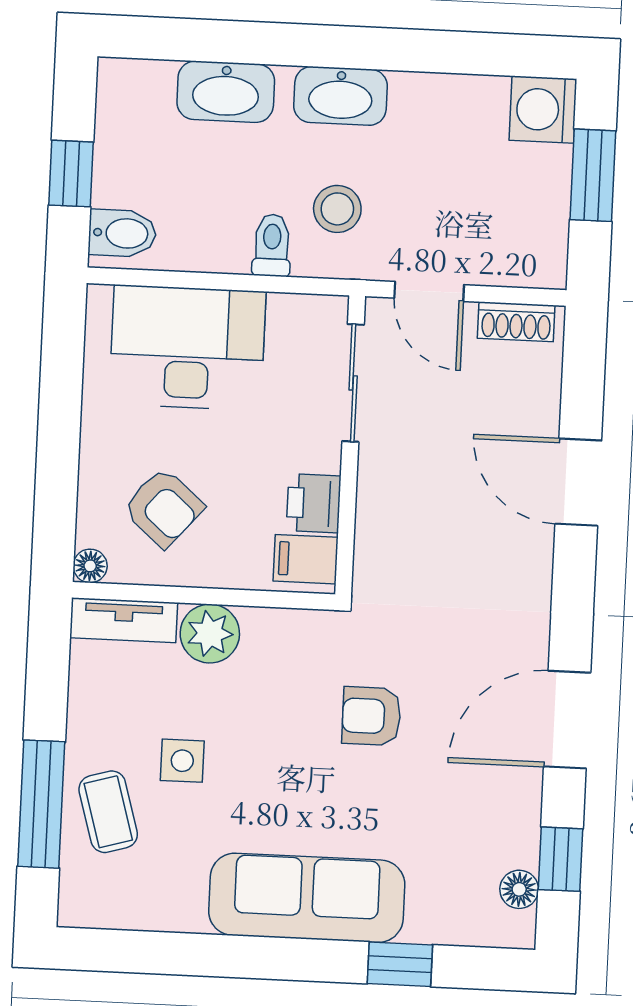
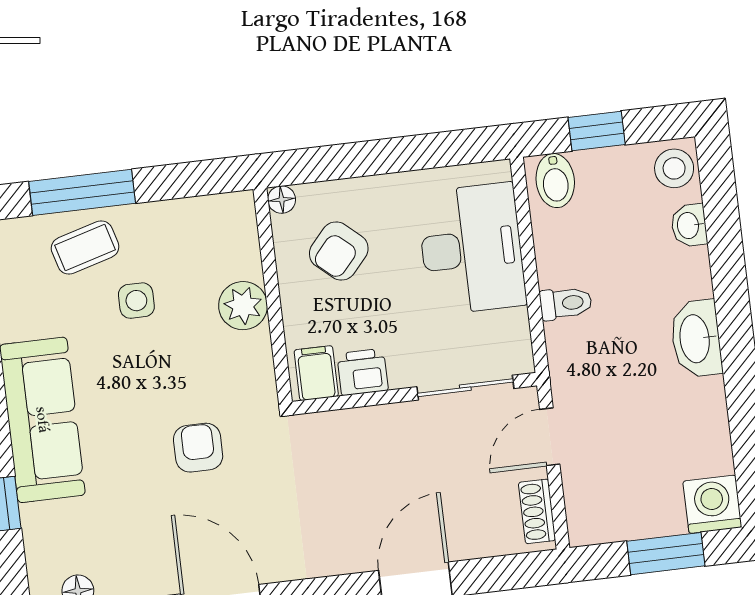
washbasin: (226, 92) -> (689, 225), width x0.52, depth x0.69
stool: (337, 209) -> (674, 168), moved
tv unit: (124, 620) -> (242, 234), removed

